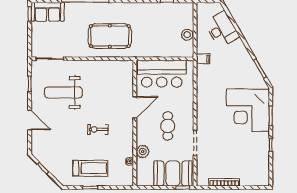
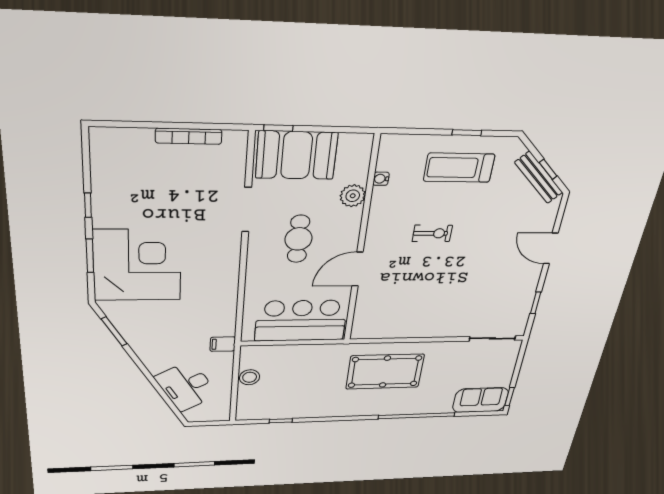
weight bench: (63, 92) -> (481, 291), removed
bench: (47, 163) -> (539, 178), added

